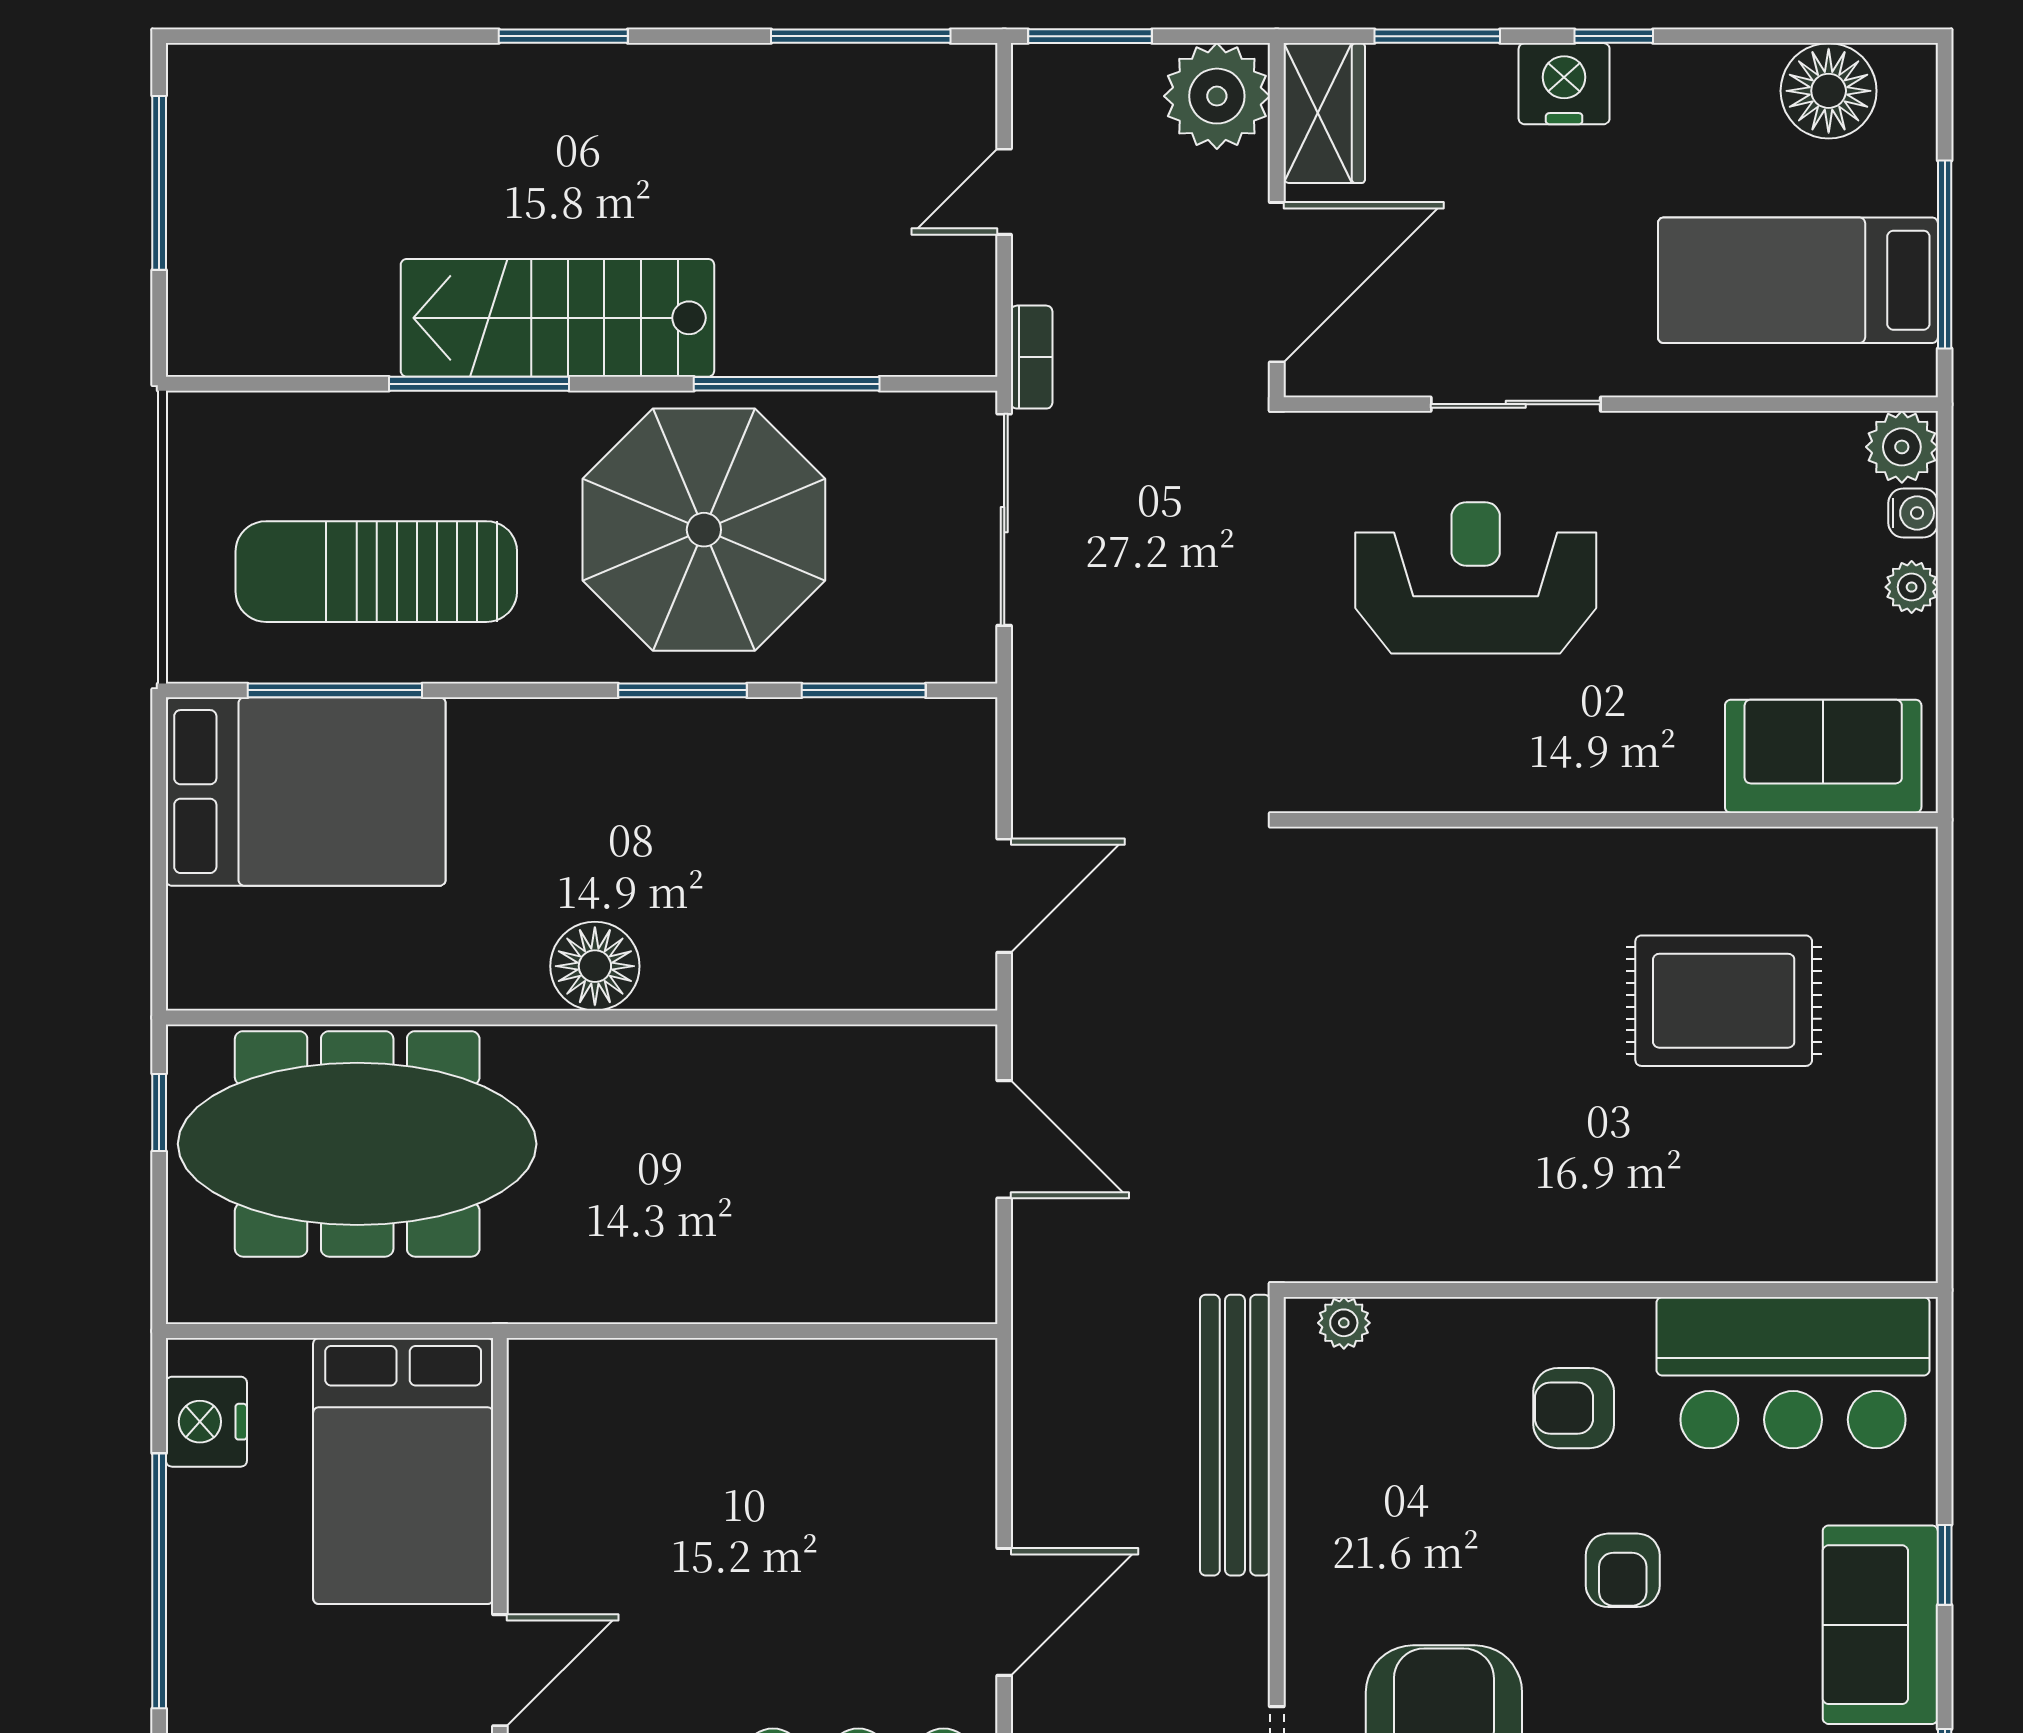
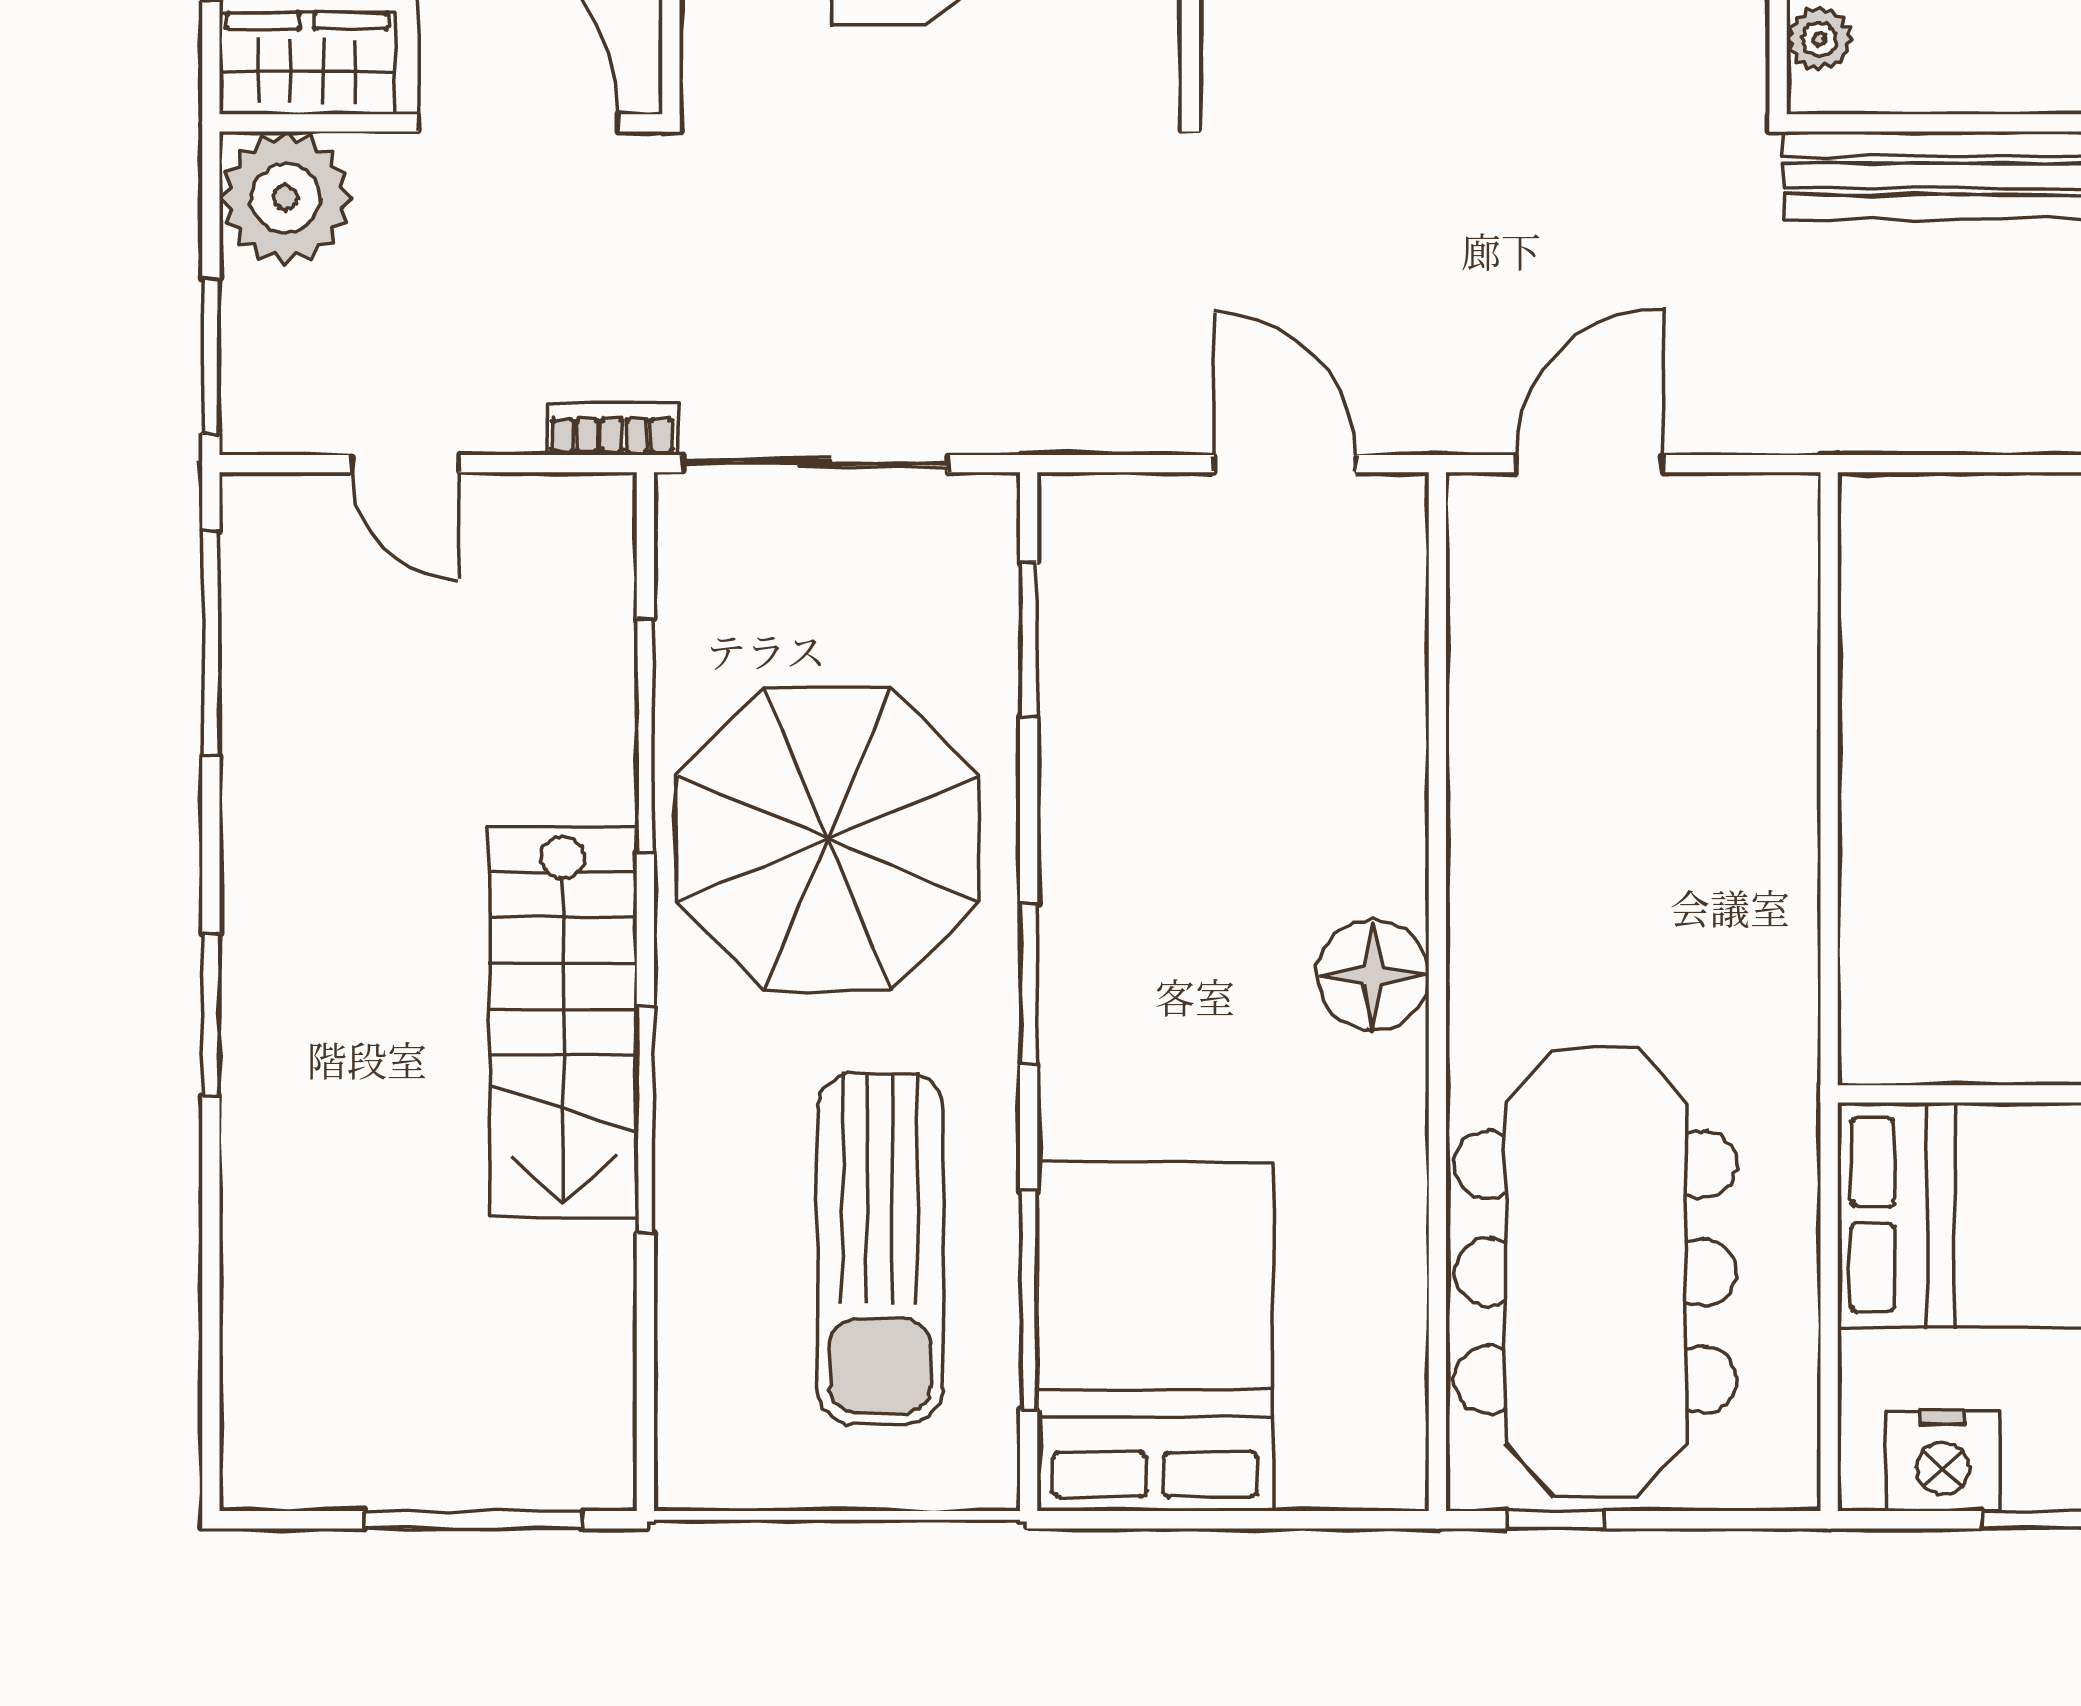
window: (159, 183) -> (473, 1520), moved
window: (683, 690) -> (1029, 984), moved

